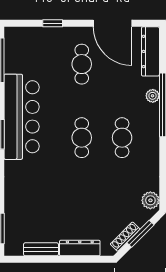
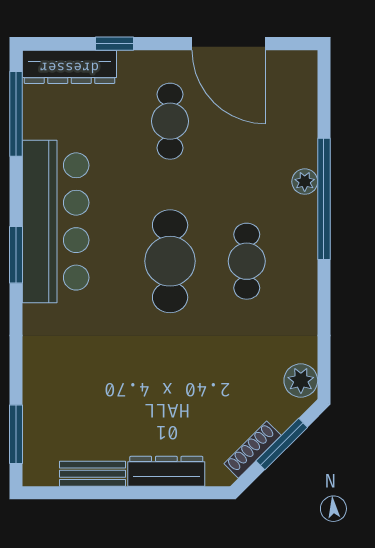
dresser: (150, 51) -> (69, 67), moved, turned -90
cafe table: (82, 138) -> (170, 261), width x1.37, depth x1.35

